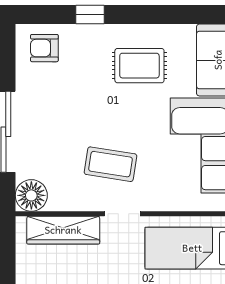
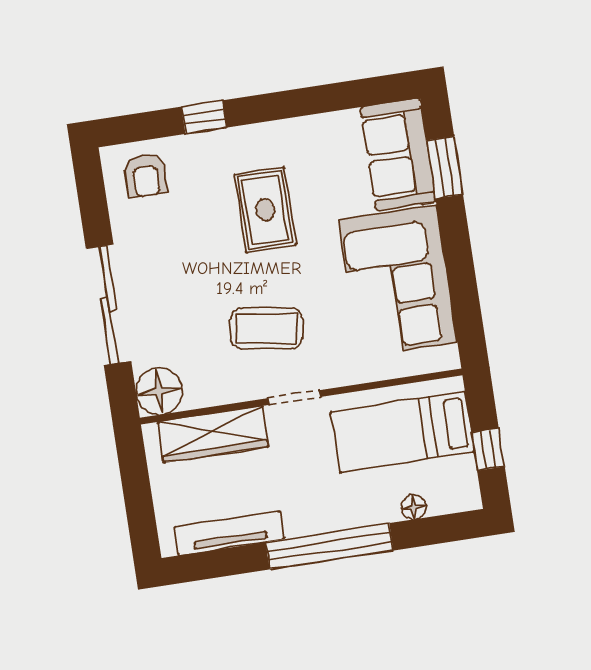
armchair: (44, 48) -> (146, 176), turned -90
rug: (139, 66) -> (265, 210), moved, turned 90

